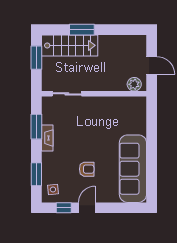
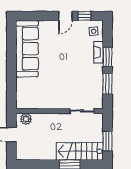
fireplace: (47, 138) -> (98, 52), moved
armchair: (87, 169) -> (66, 48), removed
window: (36, 174) -> (107, 57), moved

